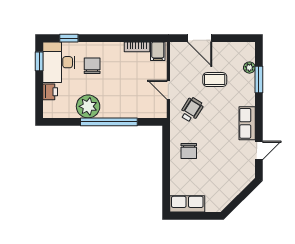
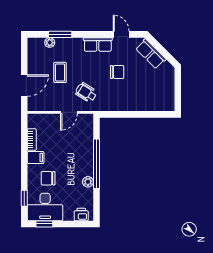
filing cabinet: (158, 51) -> (36, 158), moved
printer: (50, 92) -> (81, 214), moved
plant: (88, 106) -> (88, 182), width x0.53, depth x0.53
chair: (189, 151) -> (117, 72), moved
row of seats: (187, 204) -> (151, 54), moved, turned -45

